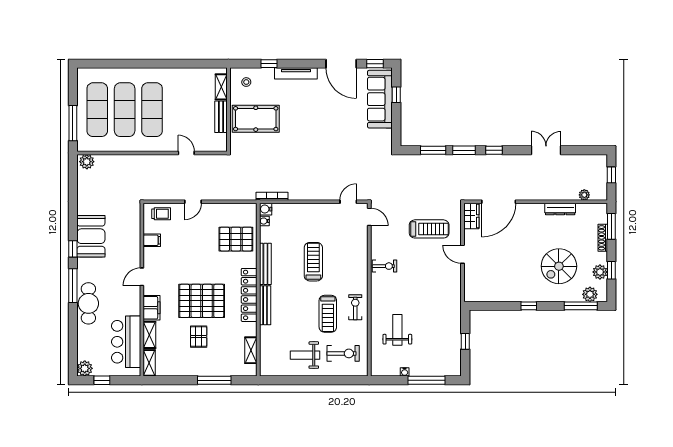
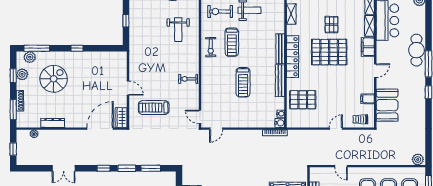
booth: (91, 236) -> (387, 105), moved
treadmill: (328, 314) -> (232, 42), turned 180

